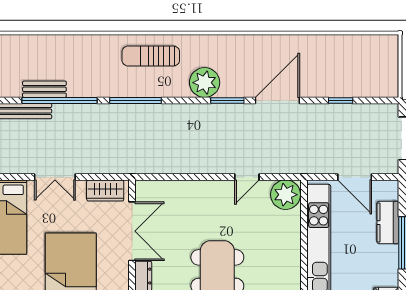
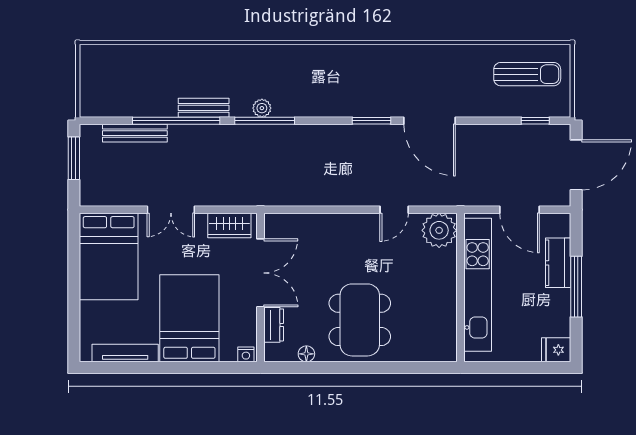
sun lounger: (151, 56) -> (527, 74), moved, turned 180
plant: (205, 83) -> (262, 108), moved, width x0.53, depth x0.53
bench: (44, 89) -> (204, 108), moved
door: (277, 100) -> (430, 121), swing flipped
window: (341, 100) -> (535, 121), moved

